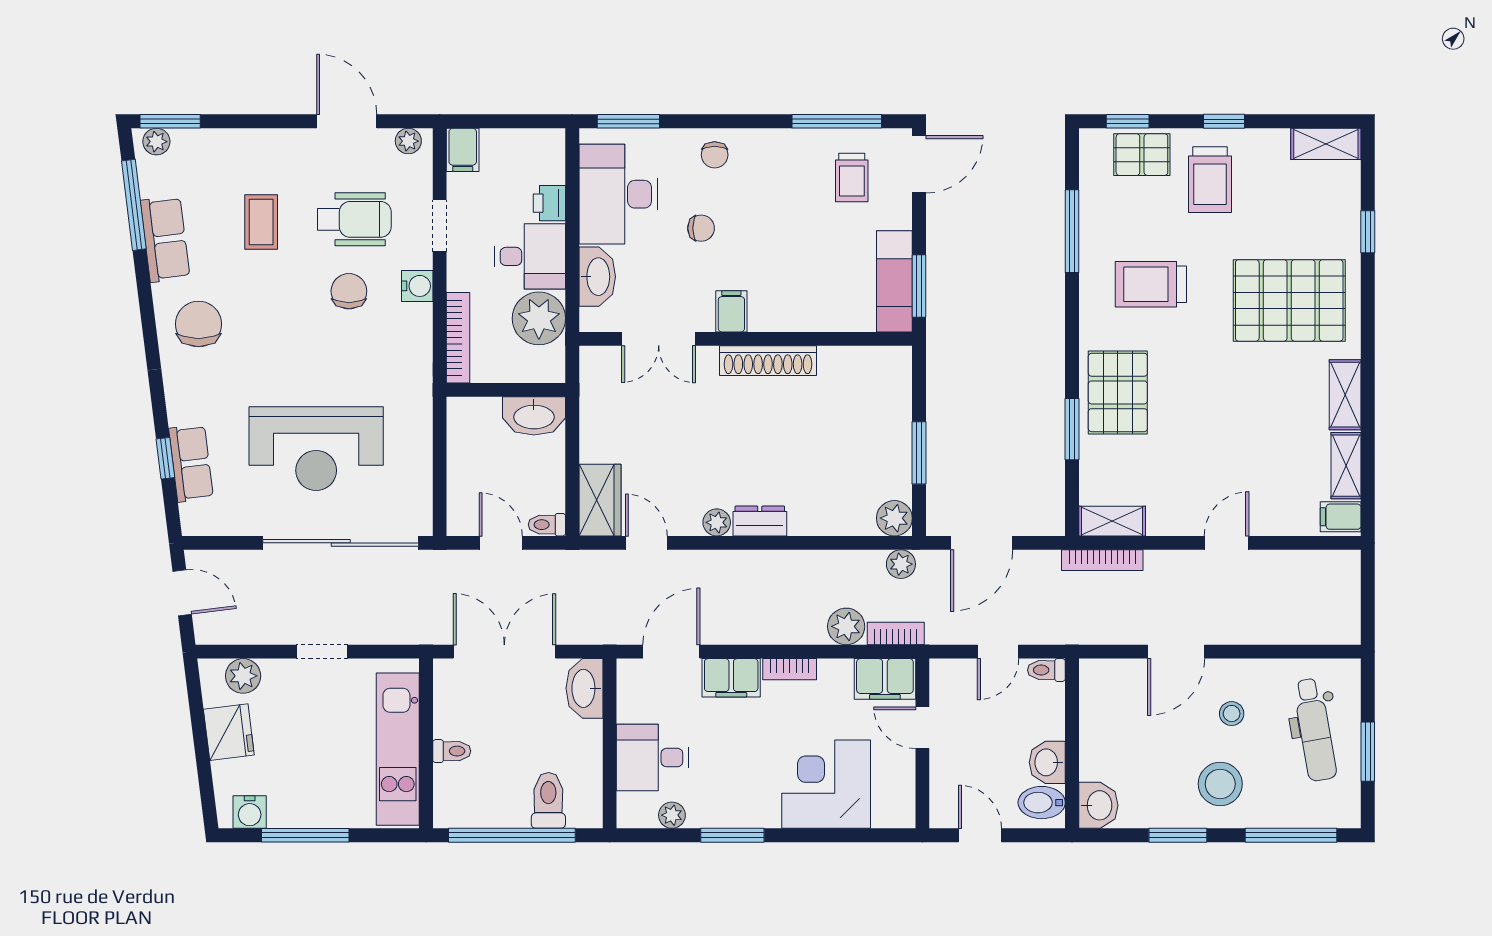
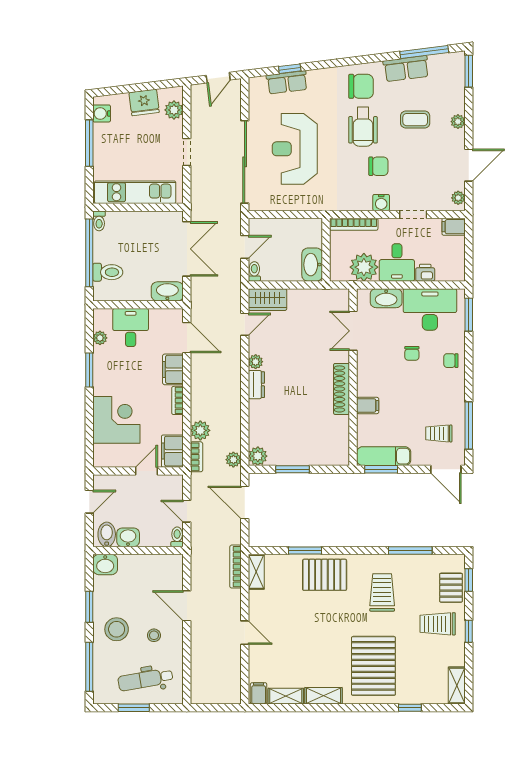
plant: (156, 142) -> (458, 122), moved
wheelchair: (354, 219) -> (363, 127), moved
filing cabinet: (731, 311) -> (368, 406), moved
toilet: (452, 751) -> (99, 221), moved

